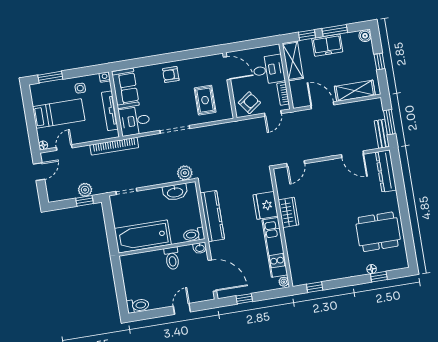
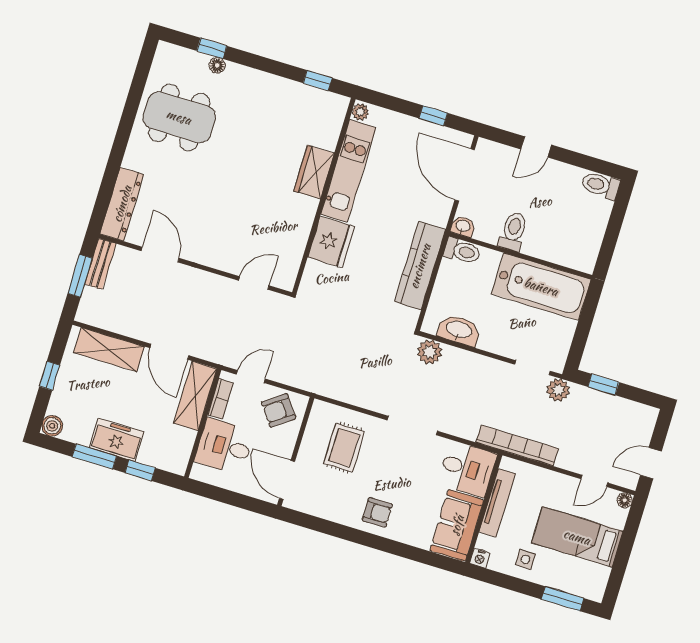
shelving: (293, 61) -> (195, 396), moved
plant: (85, 190) -> (558, 390), moved
wardrobe: (288, 212) -> (314, 172), moved

